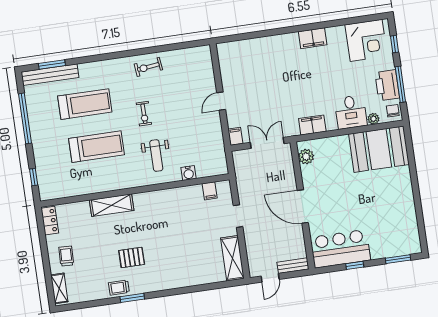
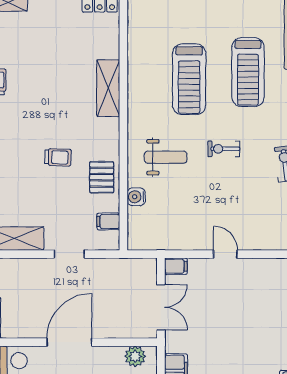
weight bench: (156, 156) -> (166, 157), turned 180
trolley: (66, 256) -> (58, 157), moved
pallet: (132, 257) -> (102, 177), moved

